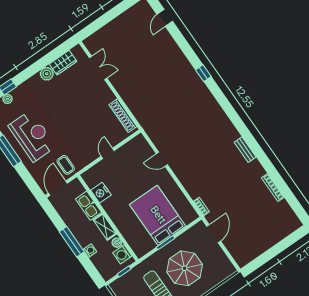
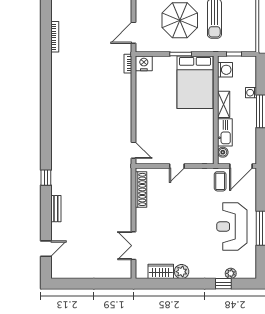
bench: (245, 150) -> (56, 209), moved
door: (162, 159) -> (134, 150), moved
nightstand: (101, 193) -> (144, 63), moved, turned -90
bed: (158, 215) -> (195, 82), moved
boiler: (117, 243) -> (223, 152), moved

